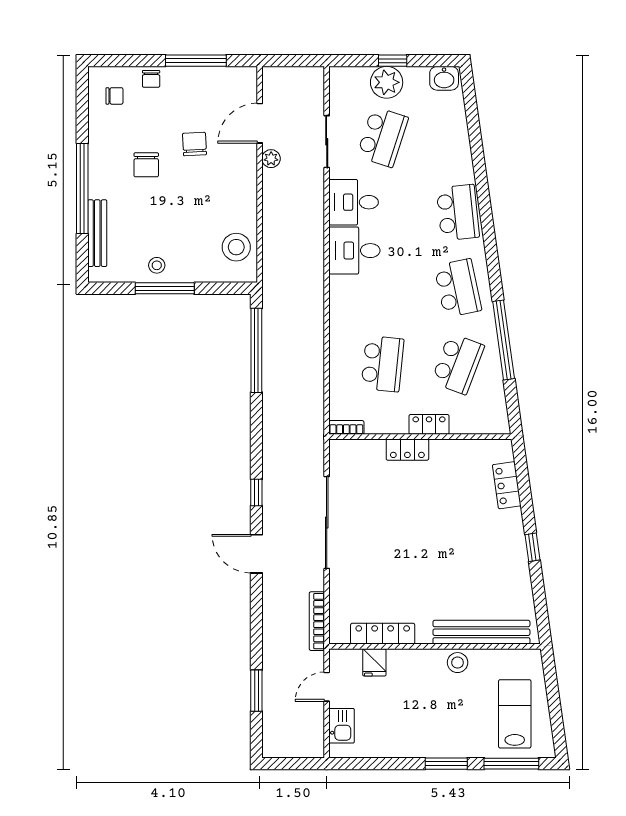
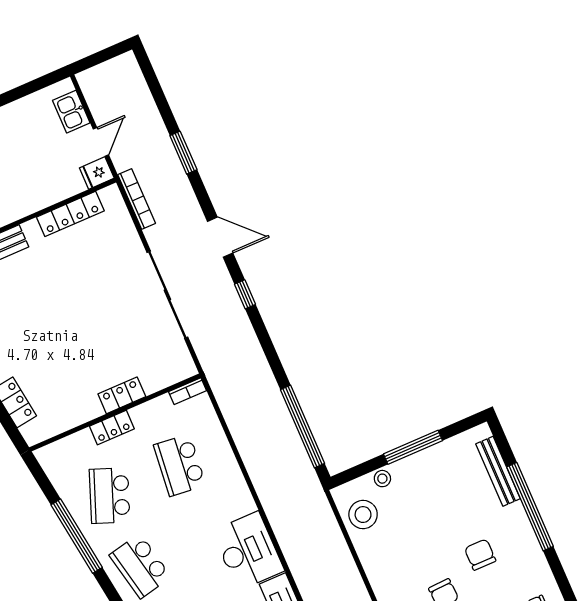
desk: (354, 251) -> (248, 551), width x1.37
stool: (157, 265) -> (382, 479), moved
fridge: (374, 662) -> (97, 173), moved, turned -90
window: (256, 691) -> (183, 153), moved

